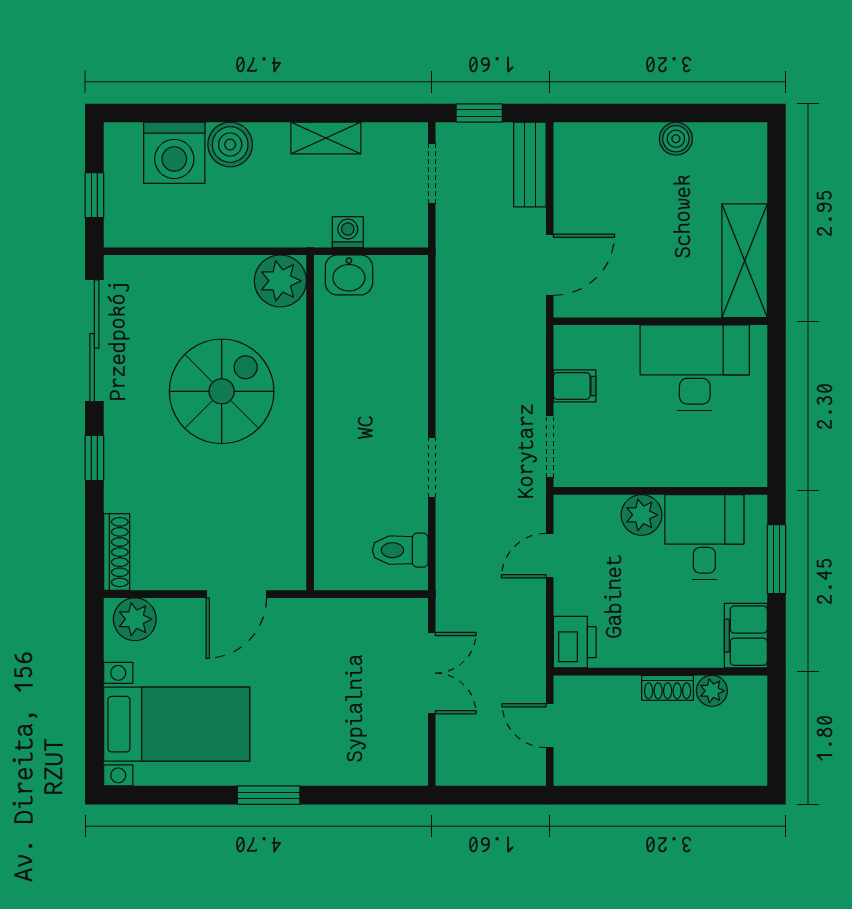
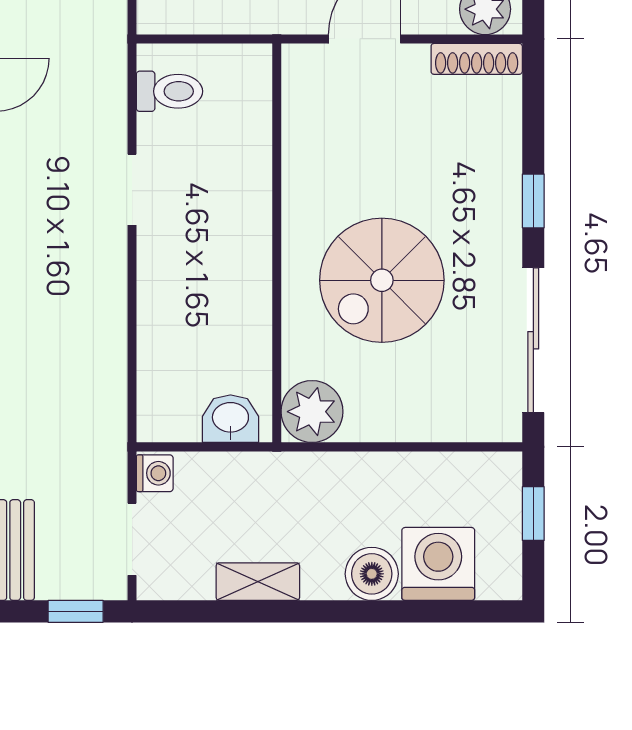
washing machine: (348, 232) -> (155, 473), moved, turned -90
shoe rack: (117, 552) -> (477, 59), moved, turned -90

